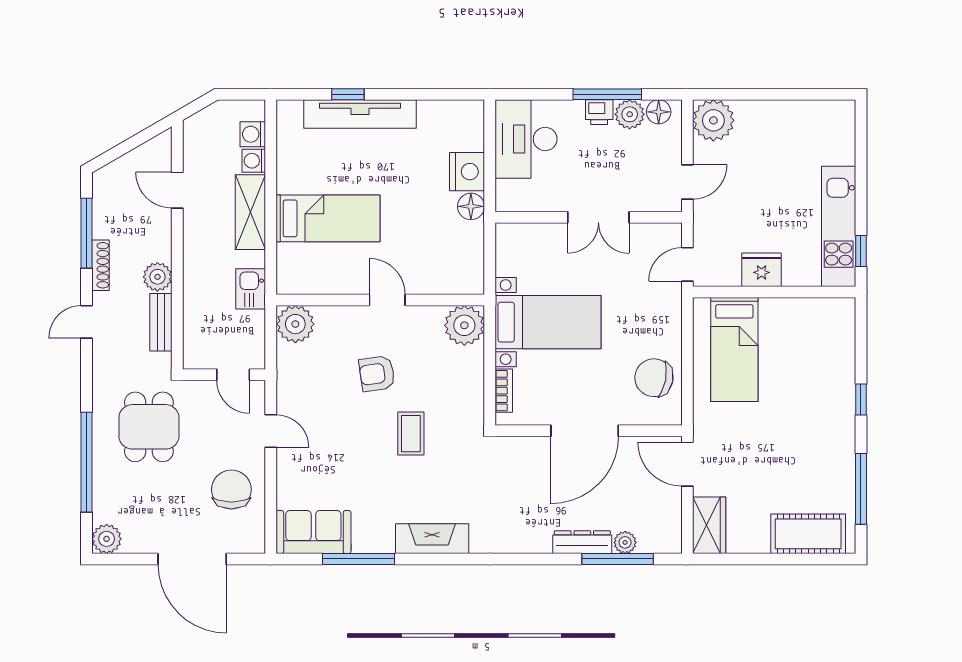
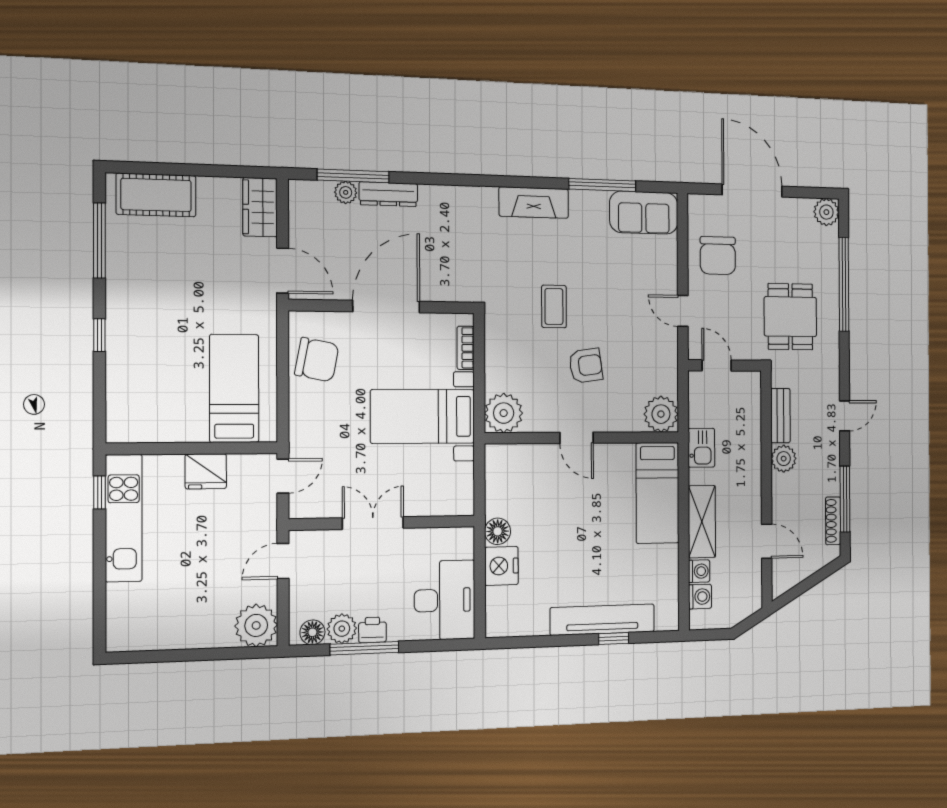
bed: (328, 218) -> (658, 493), moved, turned -90
shoe rack: (100, 265) -> (833, 521), moved

